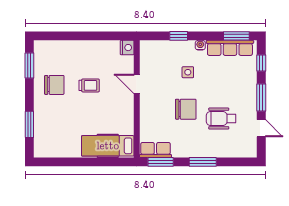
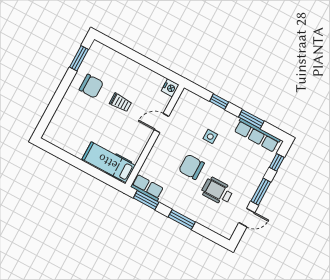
window: (236, 36) -> (251, 119), moved
water cooler: (200, 45) -> (233, 119), removed
door: (137, 84) -> (162, 123), hinge flipped
chair: (186, 109) -> (192, 167), turned 180
window: (29, 124) -> (52, 108), removed
door: (261, 128) -> (247, 218), hinge flipped

